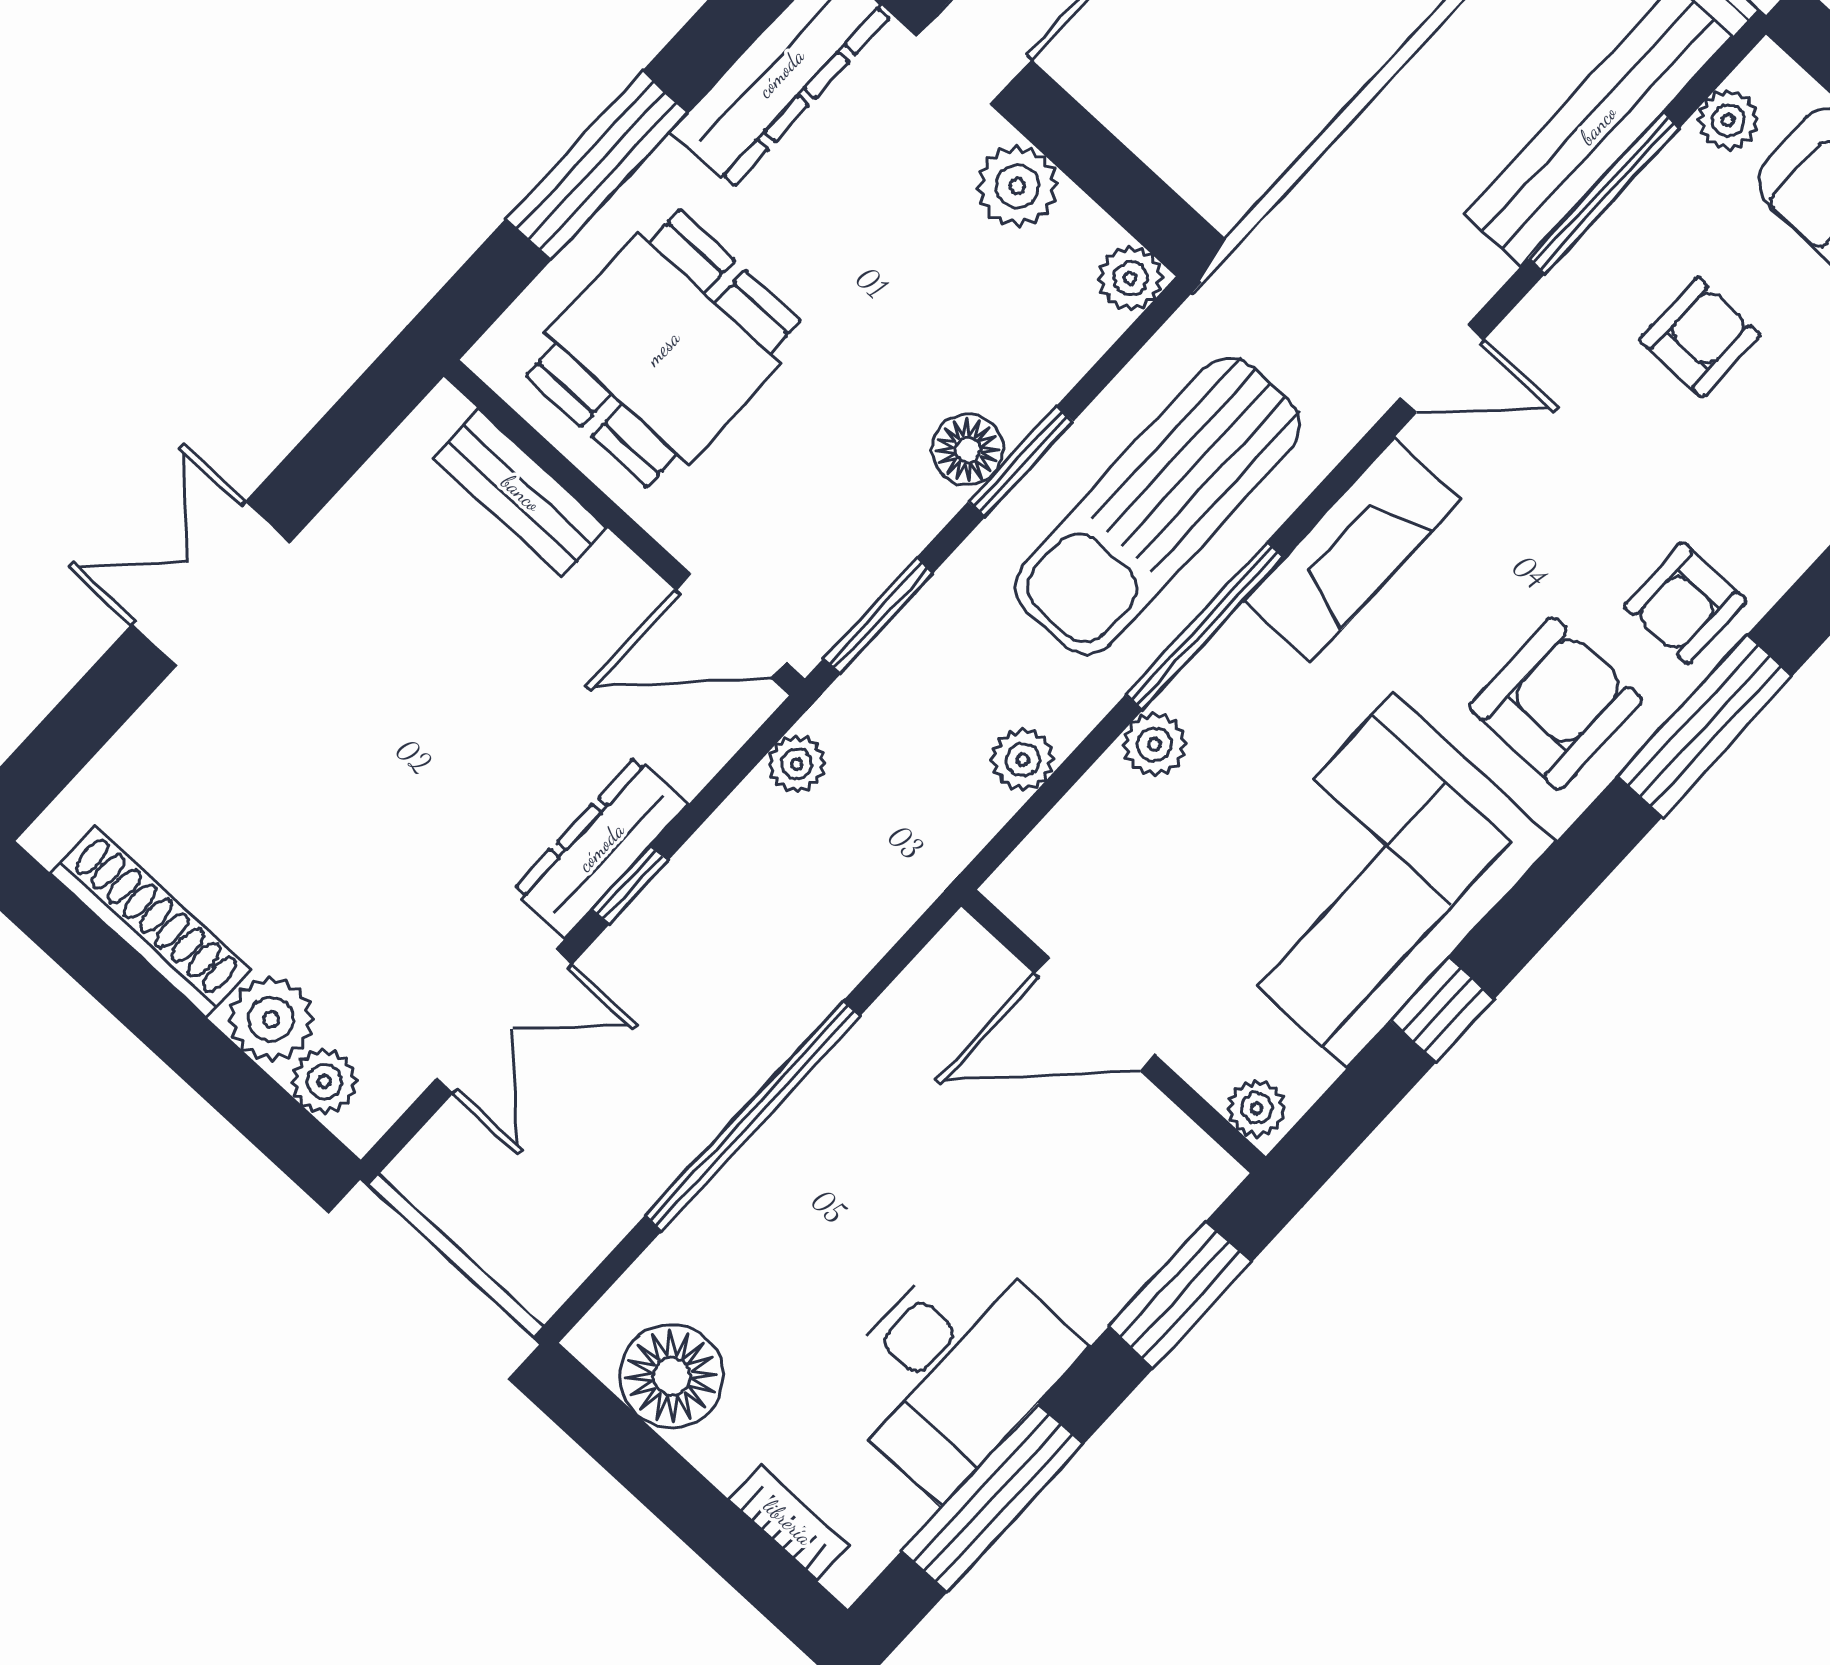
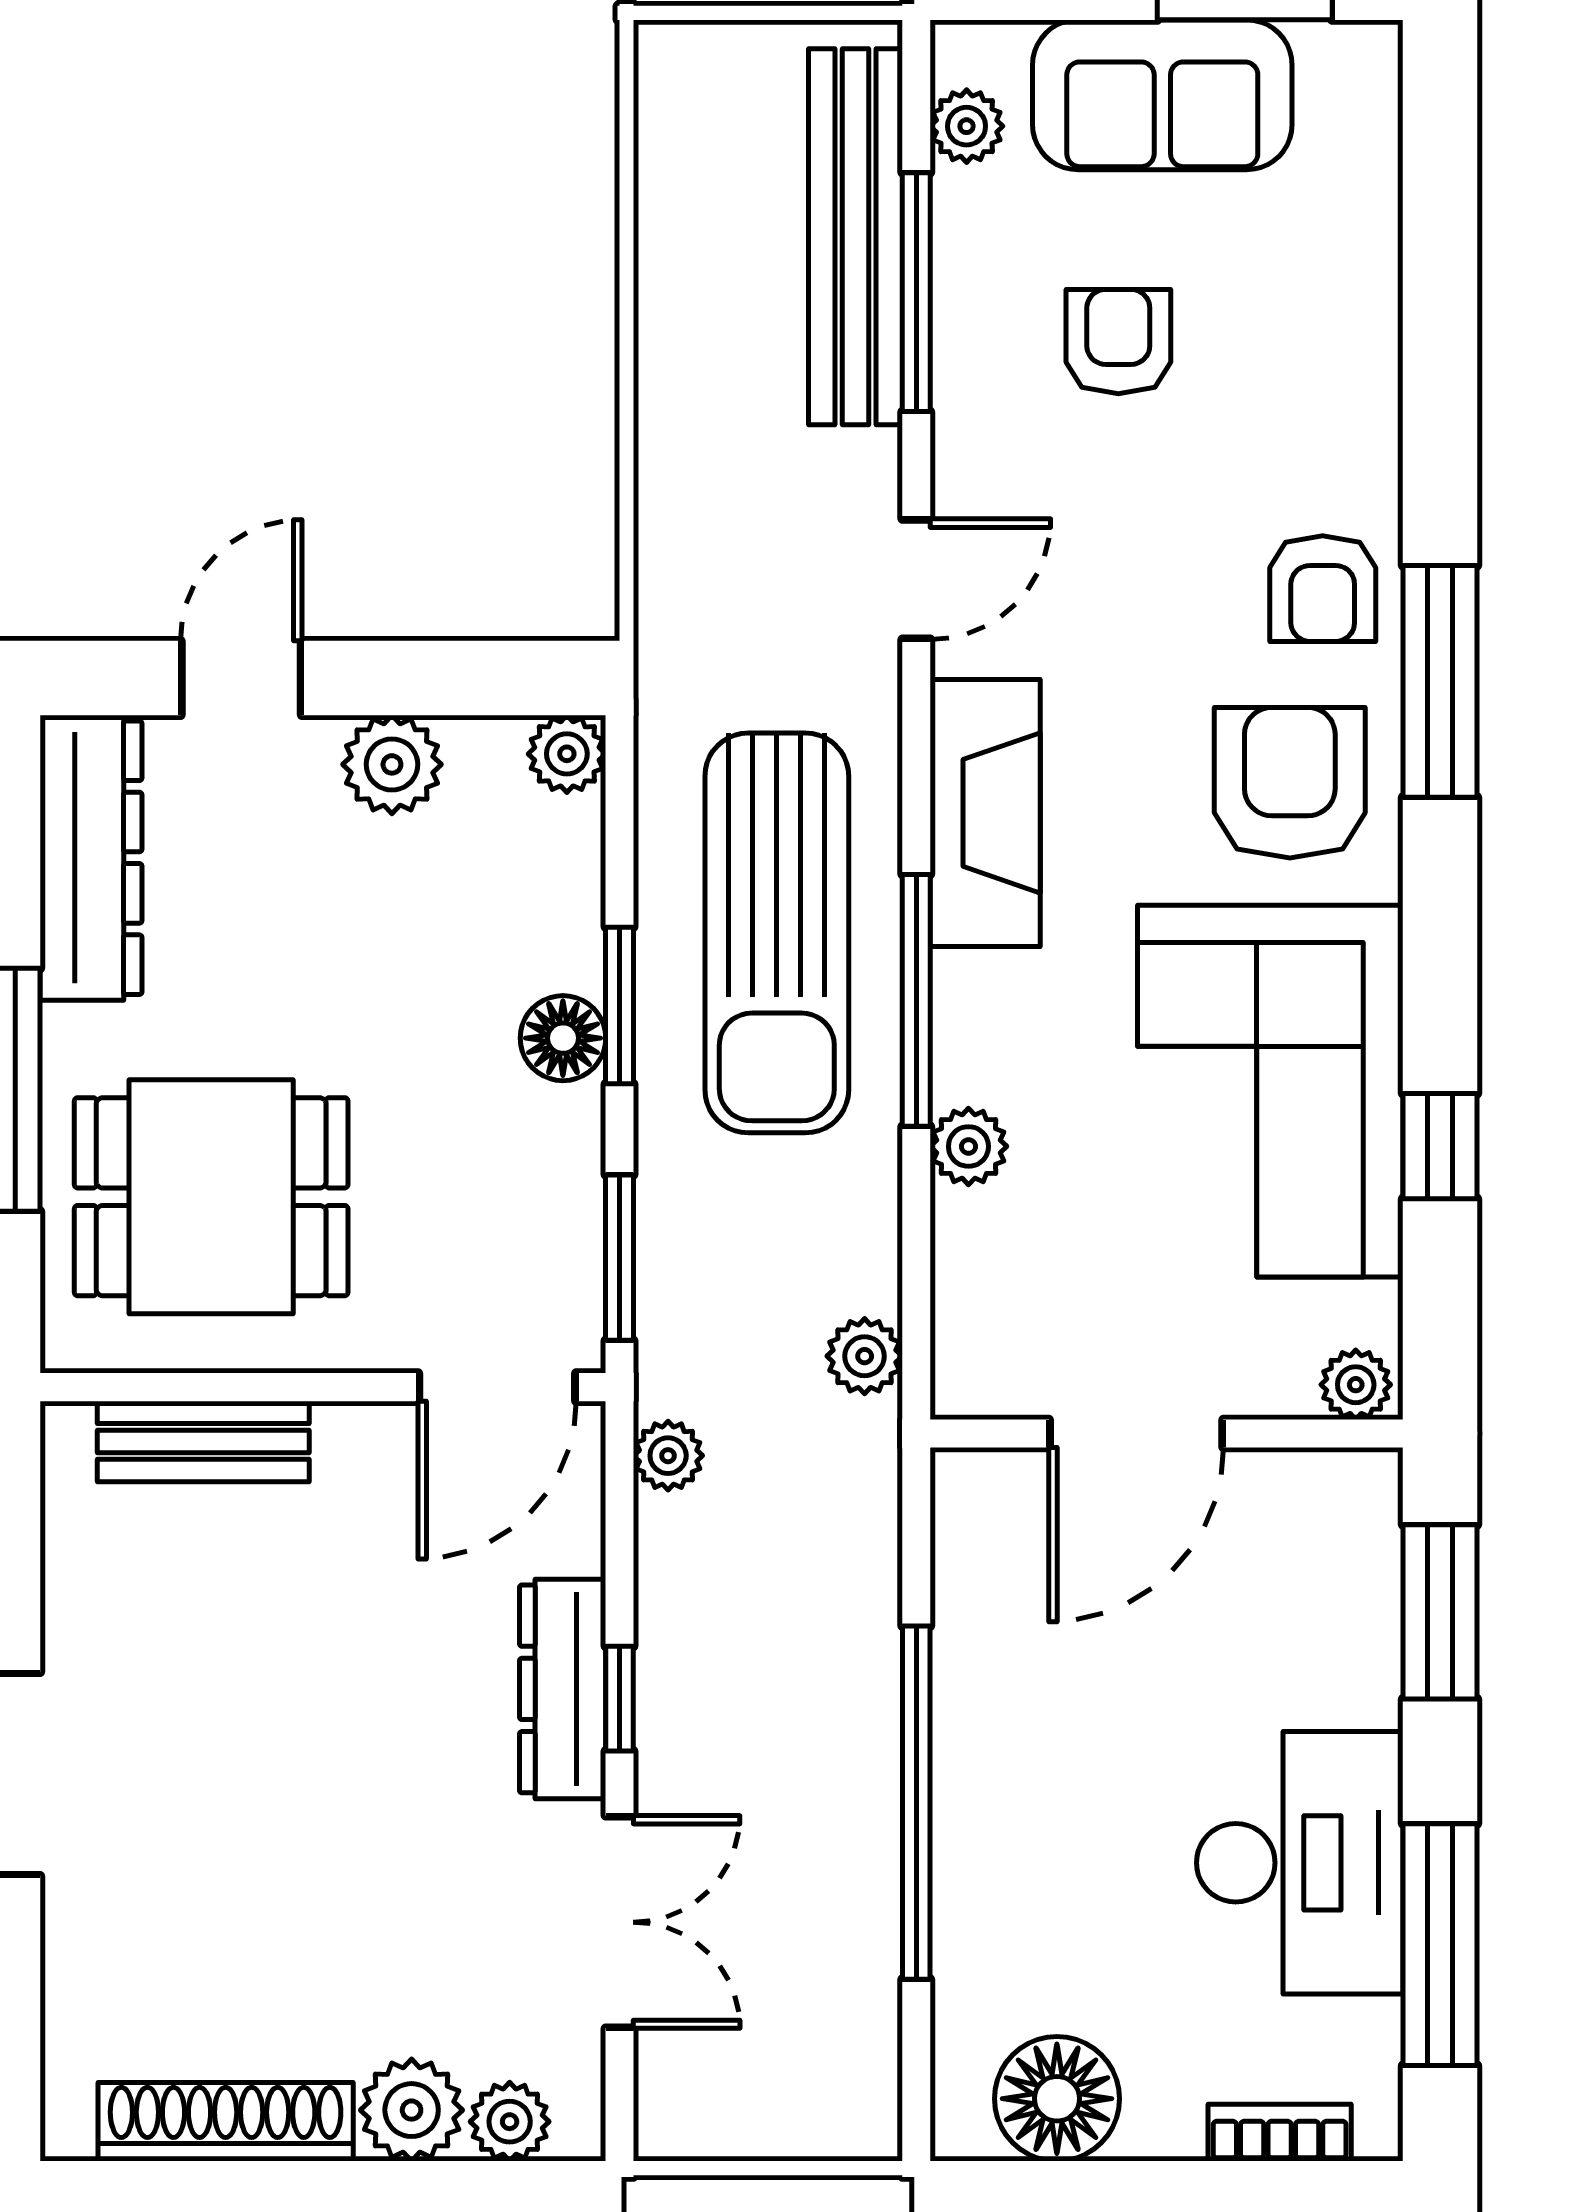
dining table: (663, 348) -> (211, 1197), turned 90
plant: (1023, 759) -> (865, 1356), moved

